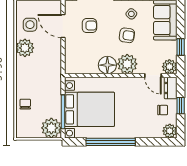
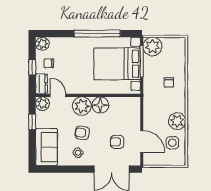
chair: (25, 104) -> (169, 82), moved

